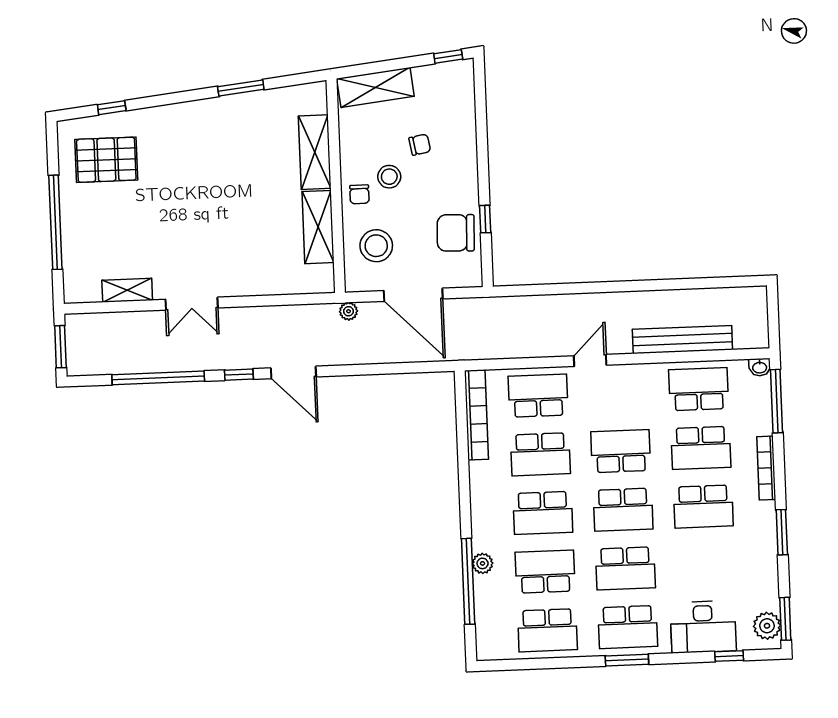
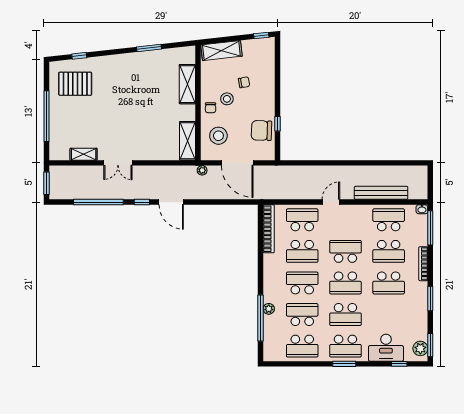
shelving: (318, 227) -> (188, 141), moved
school desk: (543, 513) -> (302, 283), turned 180

